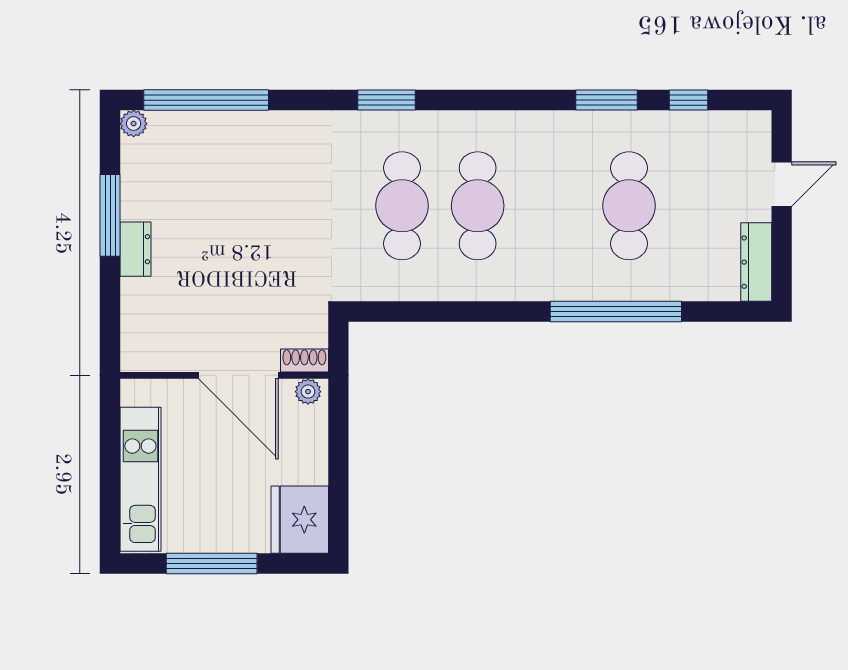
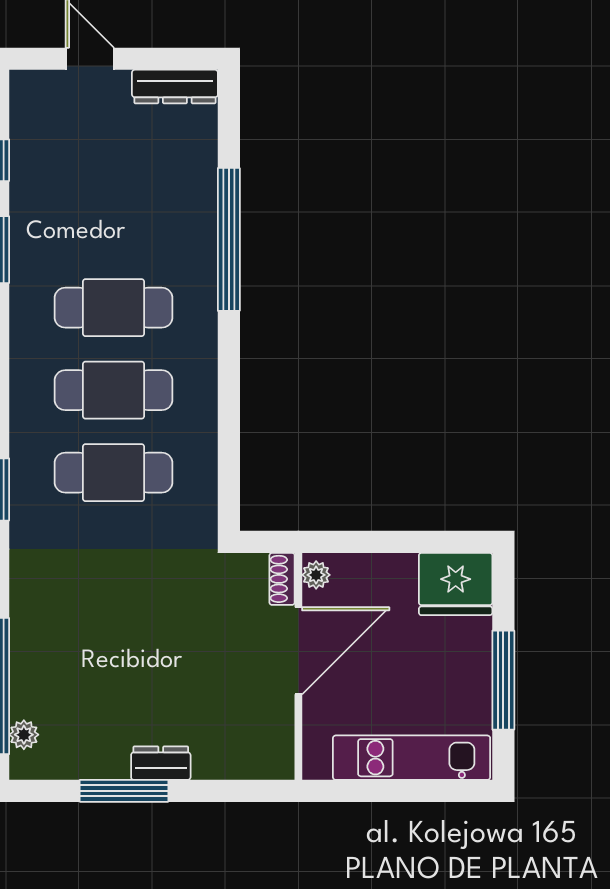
plant: (134, 124) -> (24, 735), moved
cafe table: (629, 206) -> (114, 308), moved

